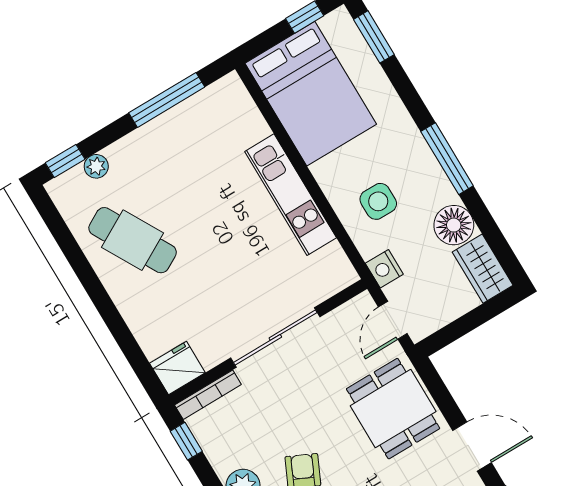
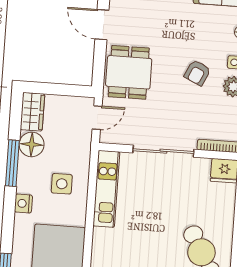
window: (447, 159) -> (12, 163), moved
kitchen unit: (291, 195) -> (106, 189), moved
nightstand: (384, 269) -> (23, 204), moved, turned 180

